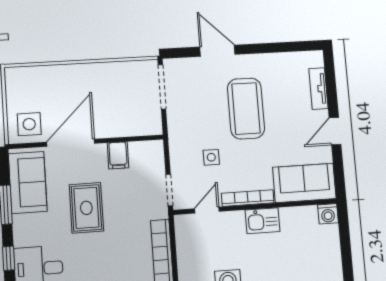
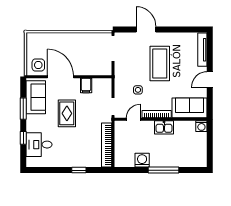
tv unit: (318, 89) -> (202, 50), width x1.41
door: (71, 143) -> (60, 77), hinge flipped

